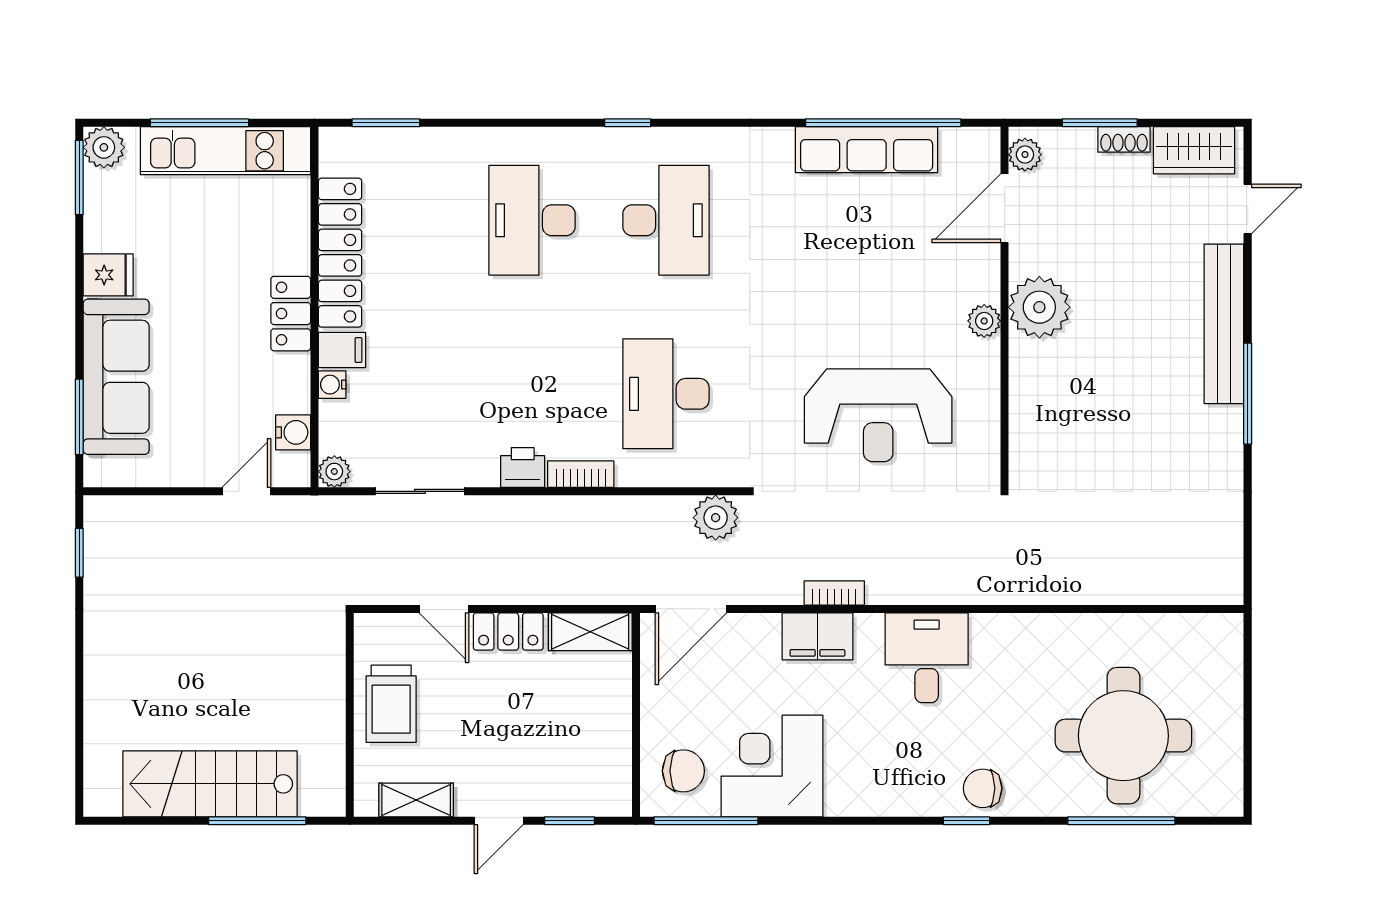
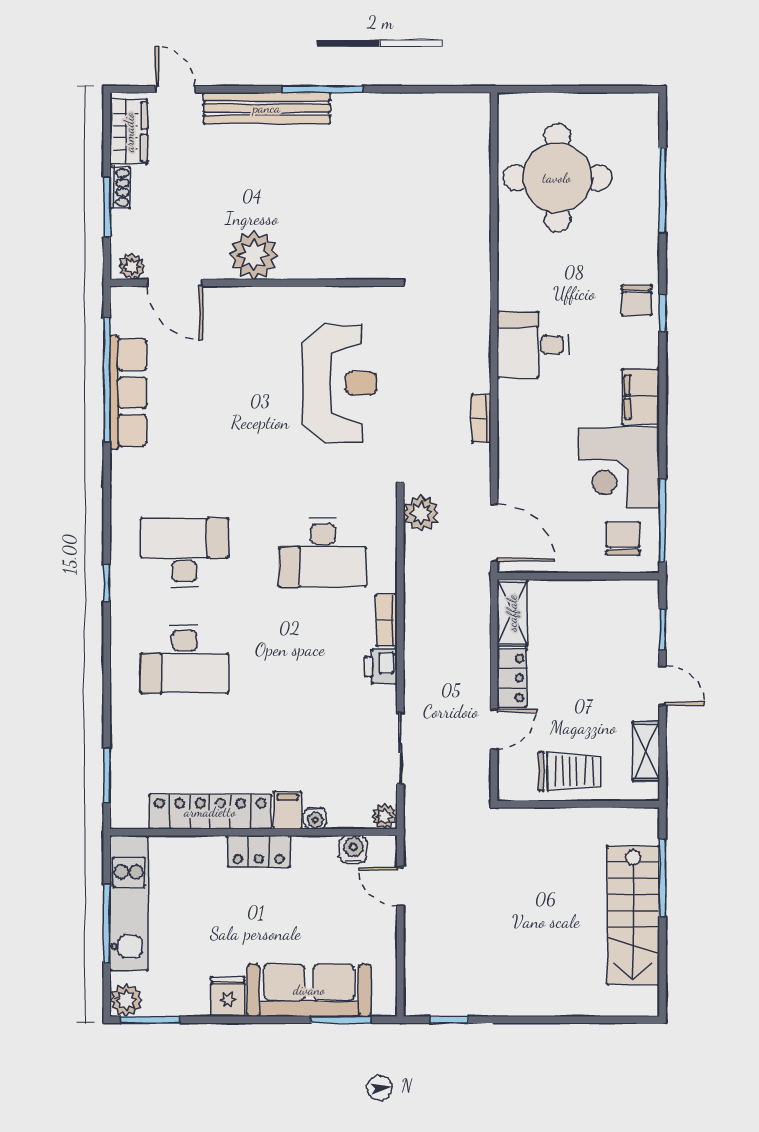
plant: (984, 321) -> (265, 299), removed
filing cabinet: (817, 636) -> (641, 397), moved, turned 180
round table: (1123, 736) -> (557, 178), moved

